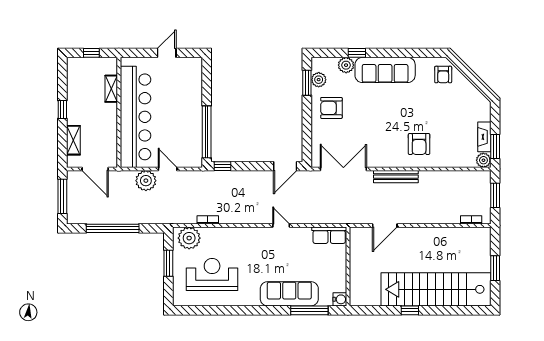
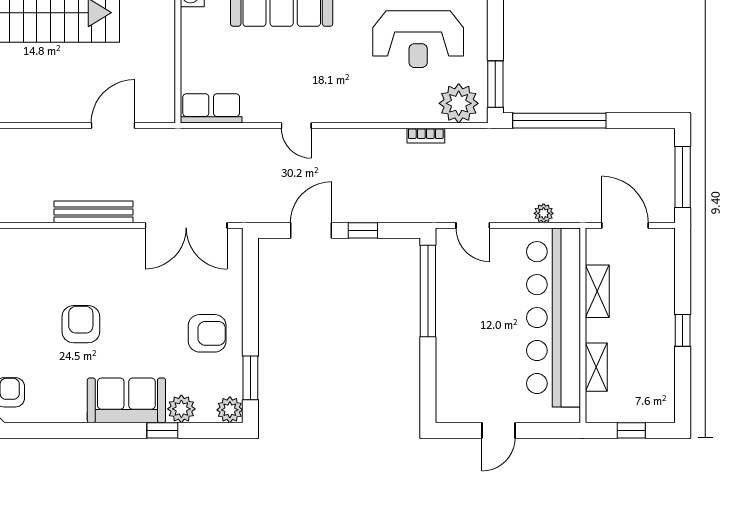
sofa: (385, 70) -> (126, 400), width x0.73
plant: (319, 80) -> (230, 410), moved
shelving: (73, 140) -> (597, 291), moved
armchair: (419, 144) -> (81, 324), moved
window: (222, 166) -> (363, 230), moved
door: (285, 166) -> (311, 230), moved
door: (168, 169) -> (473, 225), moved
plant: (146, 181) -> (544, 213), width x0.53, depth x0.53
window: (113, 228) -> (559, 121), moved
window: (168, 263) -> (495, 84), moved

